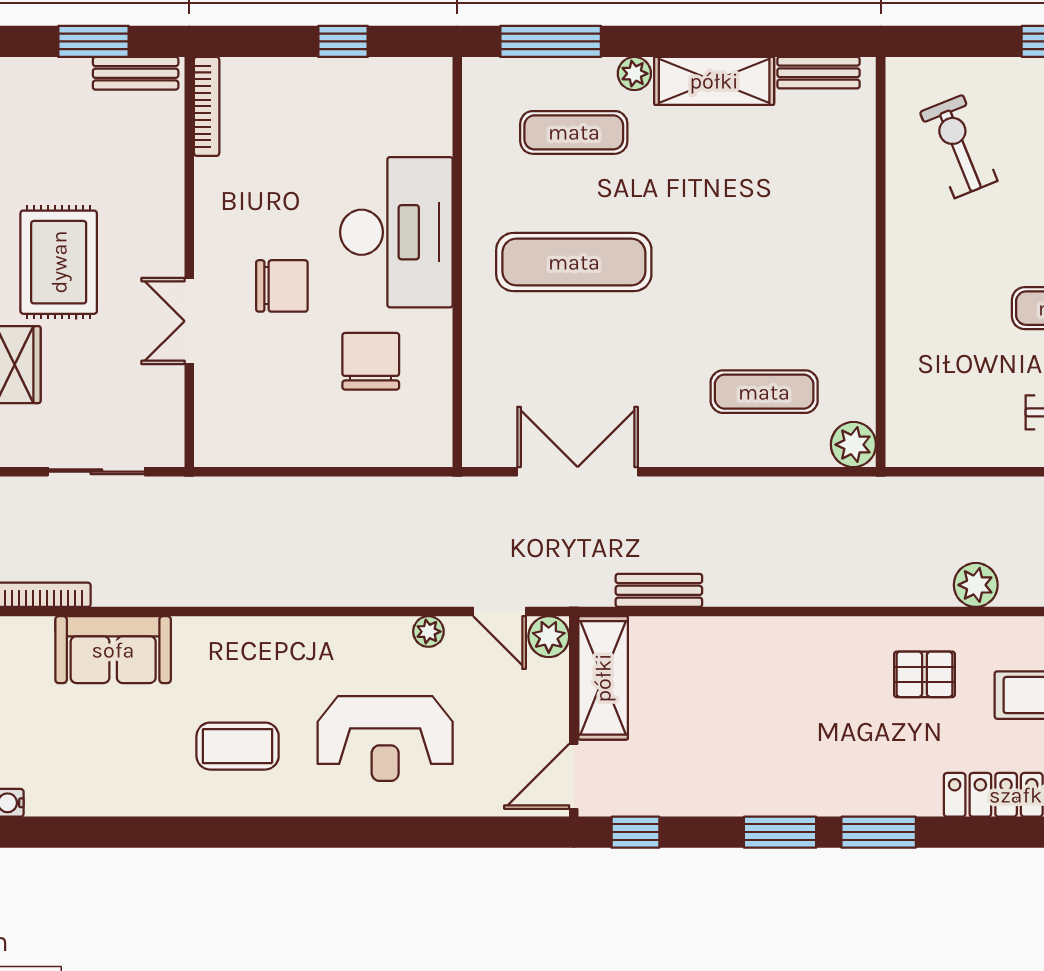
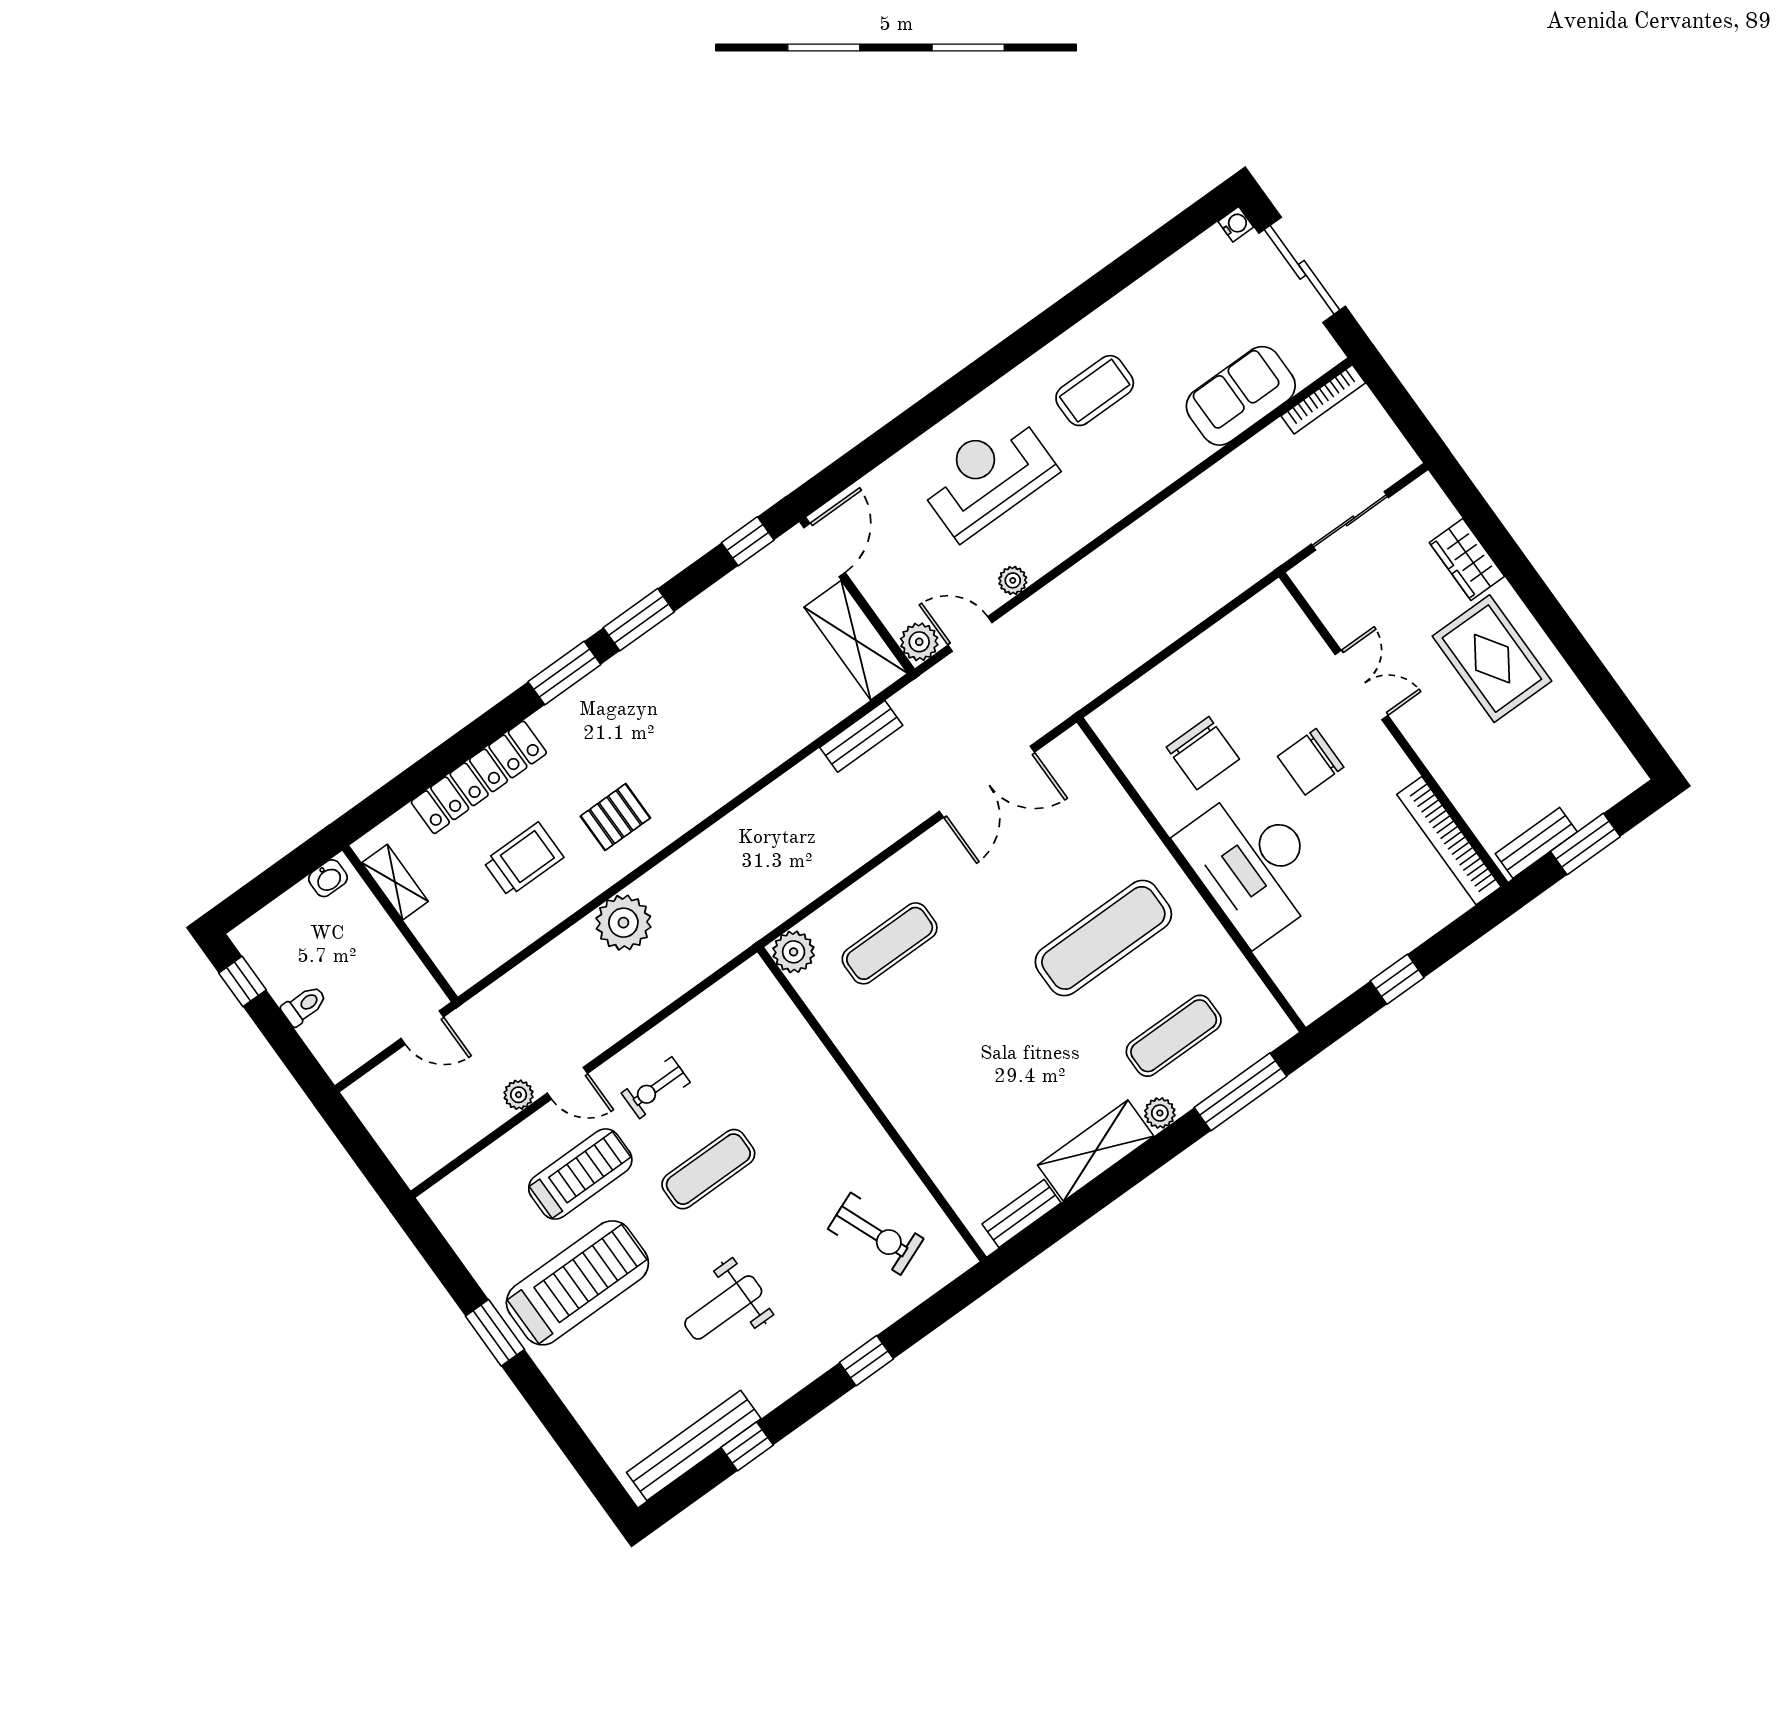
bookcase: (207, 106) -> (1449, 841), width x1.48, depth x1.31
plant: (976, 585) -> (623, 923), width x1.36, depth x1.36

